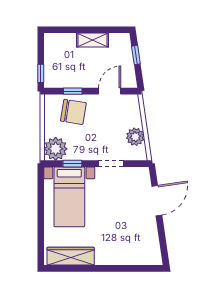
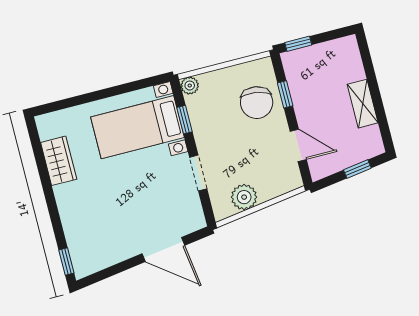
plant: (56, 149) -> (190, 86), width x0.53, depth x0.53
wardrobe: (71, 256) -> (59, 161), width x0.67
window: (148, 268) -> (66, 262), added

